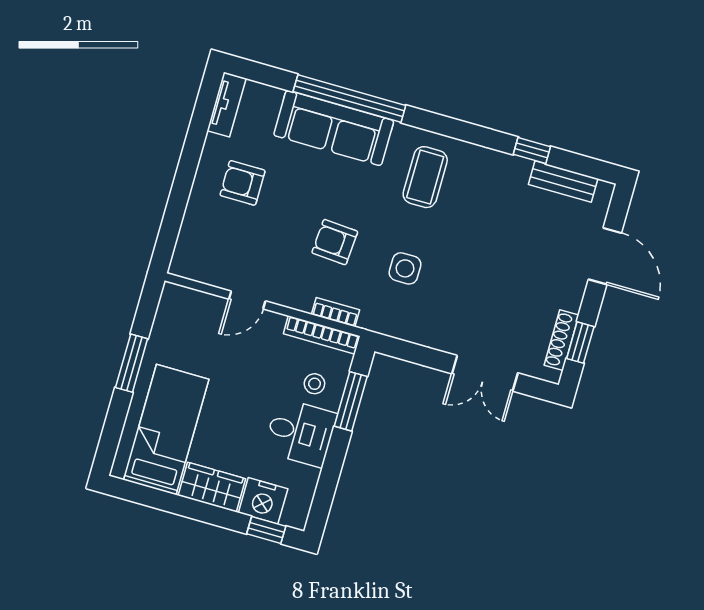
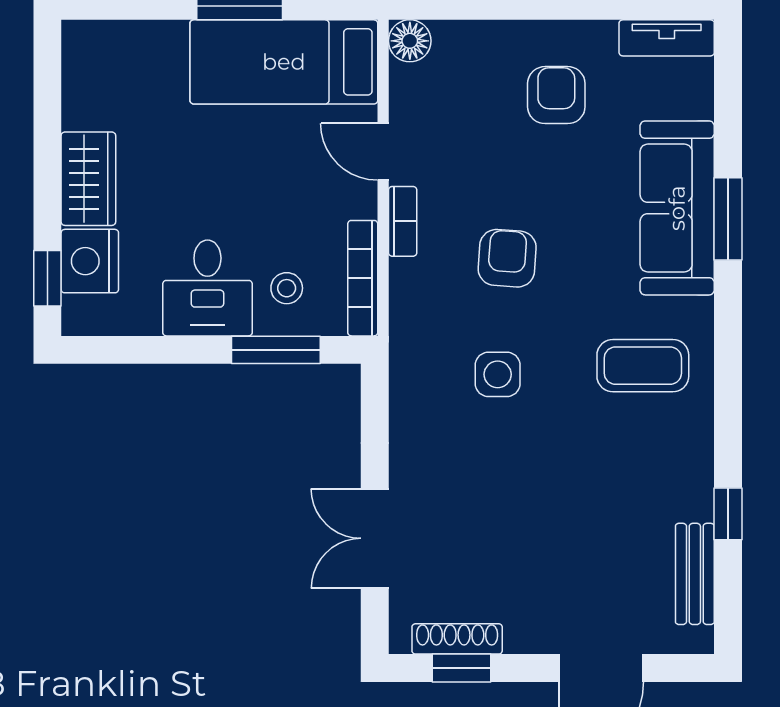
window: (349, 99) -> (728, 219), width x0.47
floor lamp: (183, 264) -> (410, 41), added
bookcase: (336, 312) -> (403, 221), moved
bed: (166, 430) -> (284, 62), moved, turned 180

